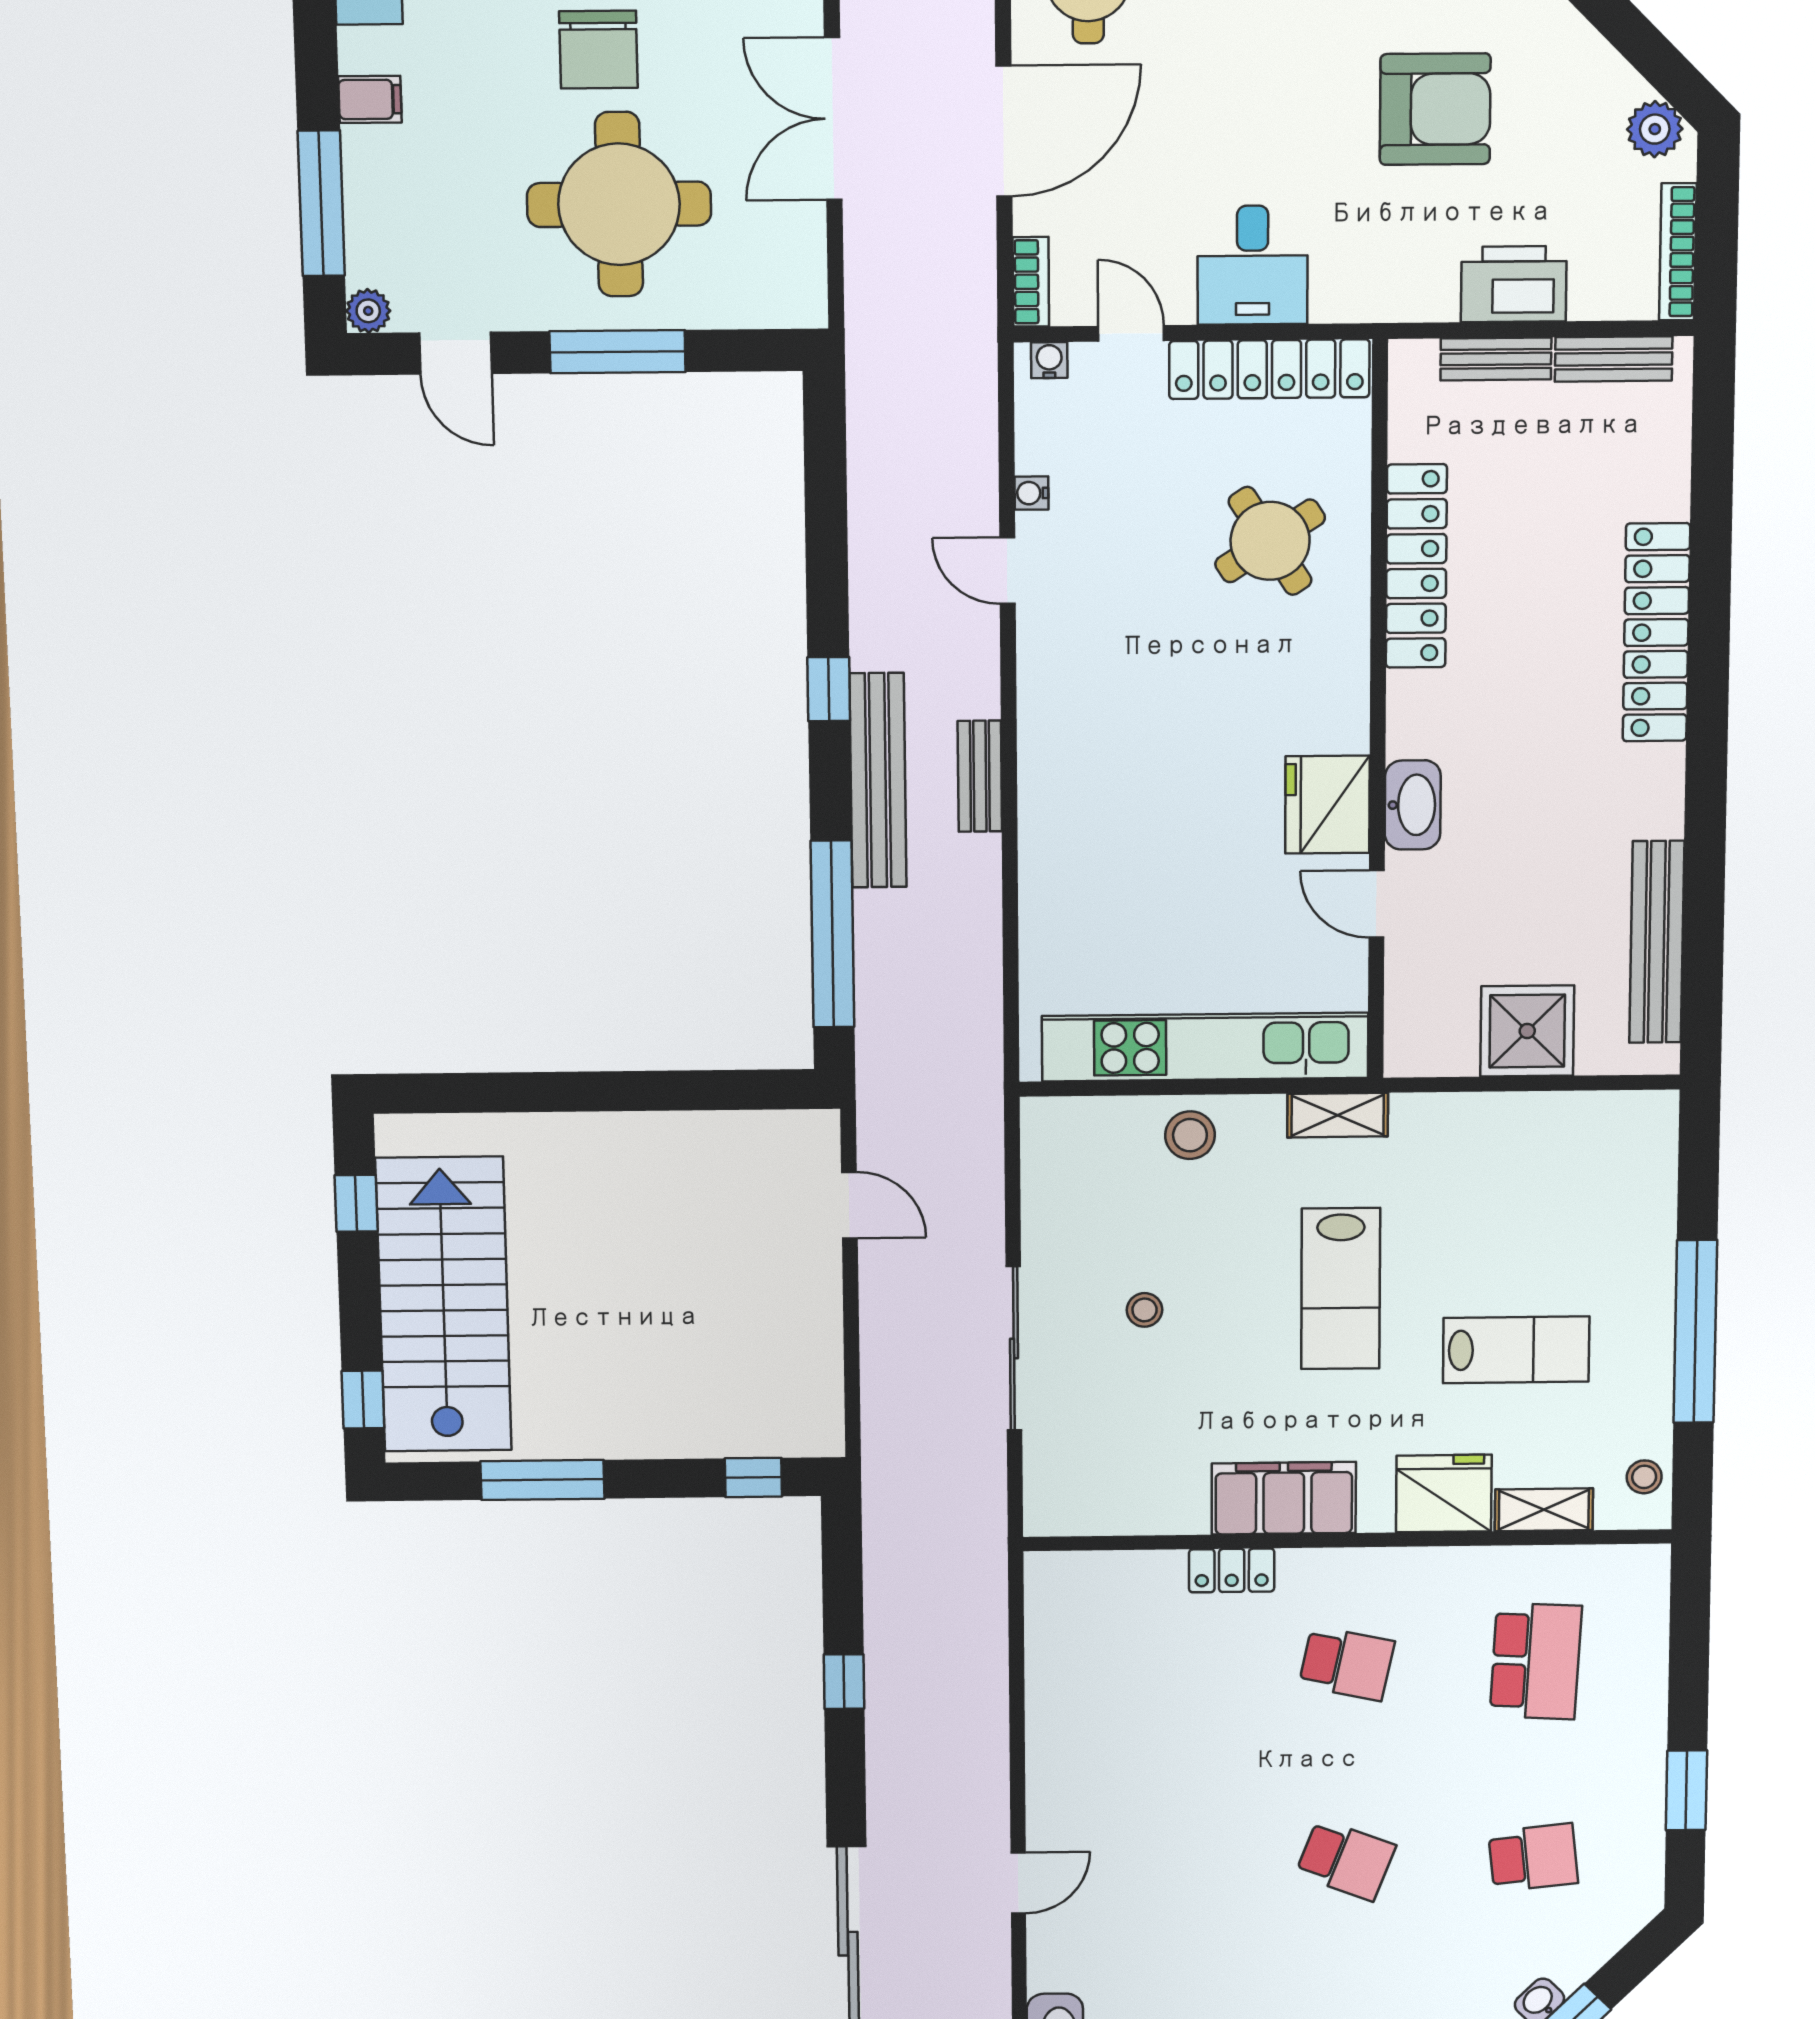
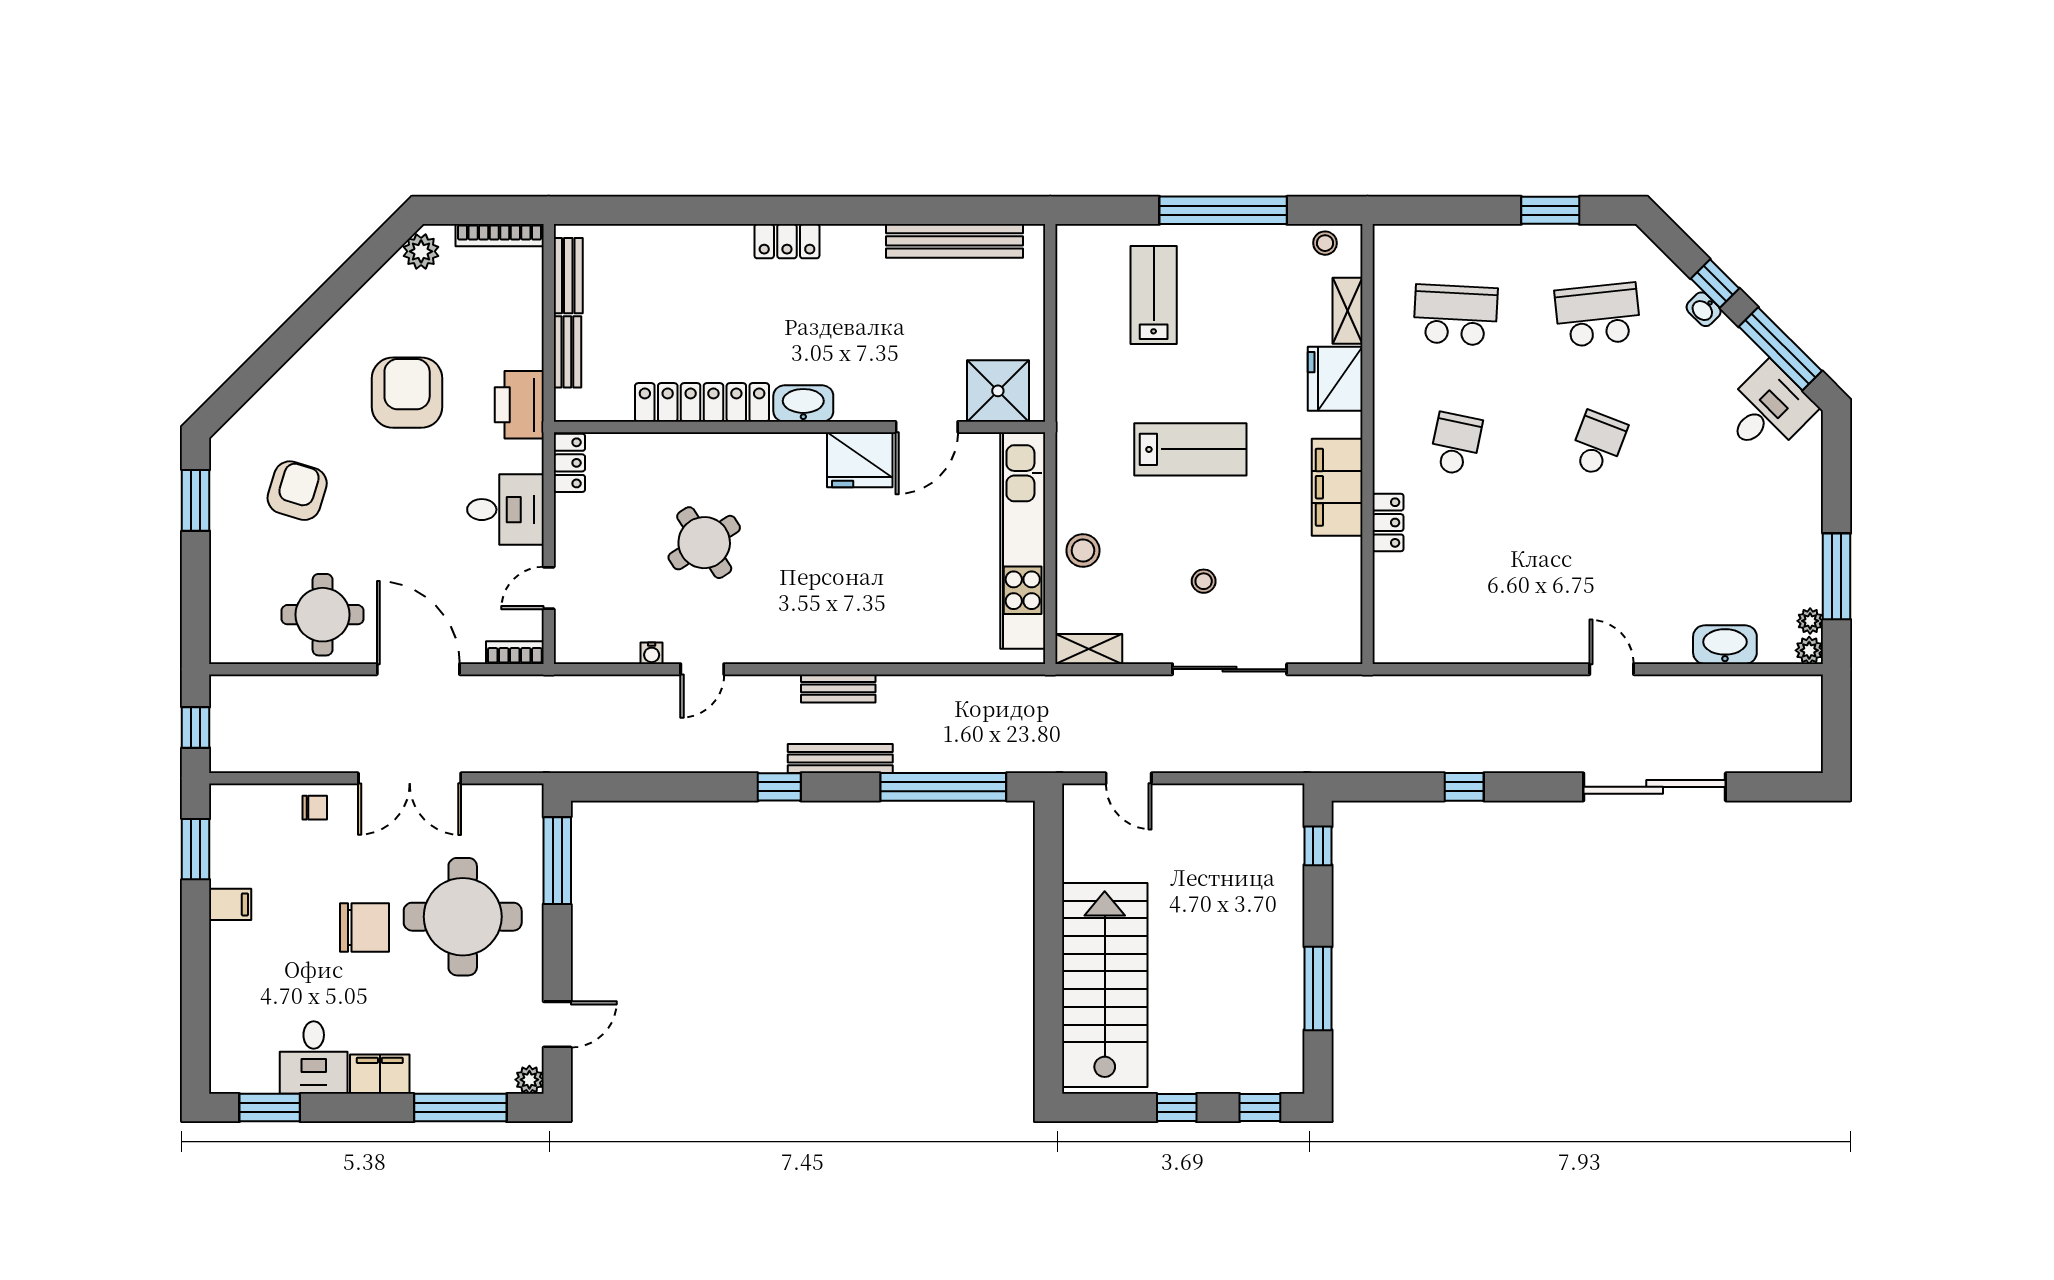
filing cabinet: (370, 99) -> (380, 1074), width x2.00
printer: (1514, 284) -> (519, 405), moved
window: (617, 352) -> (557, 861), moved
water cooler: (1049, 360) -> (565, 641), removed
locker: (1269, 369) -> (569, 463), width x0.46, depth x0.83
round table: (1270, 541) -> (704, 543), moved
locker: (1656, 633) -> (787, 241), width x0.46, depth x0.83
bench: (878, 780) -> (840, 759), width x0.73, depth x0.82
washbasin: (1413, 805) -> (803, 404), moved
door: (1377, 904) -> (927, 427), width x1.38
shower: (1527, 1031) -> (998, 391), moved
shelving: (1338, 1115) -> (1089, 649), moved, turned 90
window: (356, 1203) -> (1177, 1108), moved
door: (849, 1205) -> (1129, 778), swing flipped
stairs: (444, 1305) -> (1105, 985), moved, turned 90
lab bench: (1516, 1350) -> (1154, 295), moved
school desk: (1533, 1858) -> (1598, 315), width x1.85

